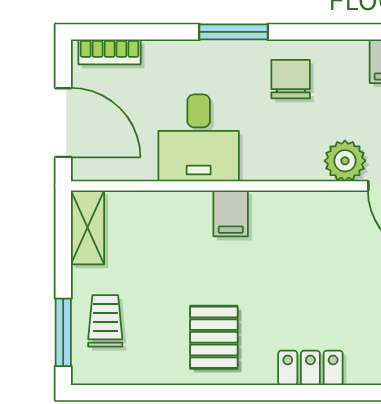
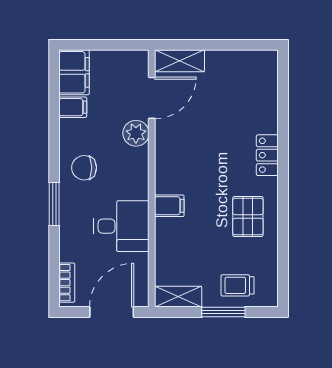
window: (63, 332) -> (223, 312), moved
pallet: (214, 337) -> (248, 216), turned 90

